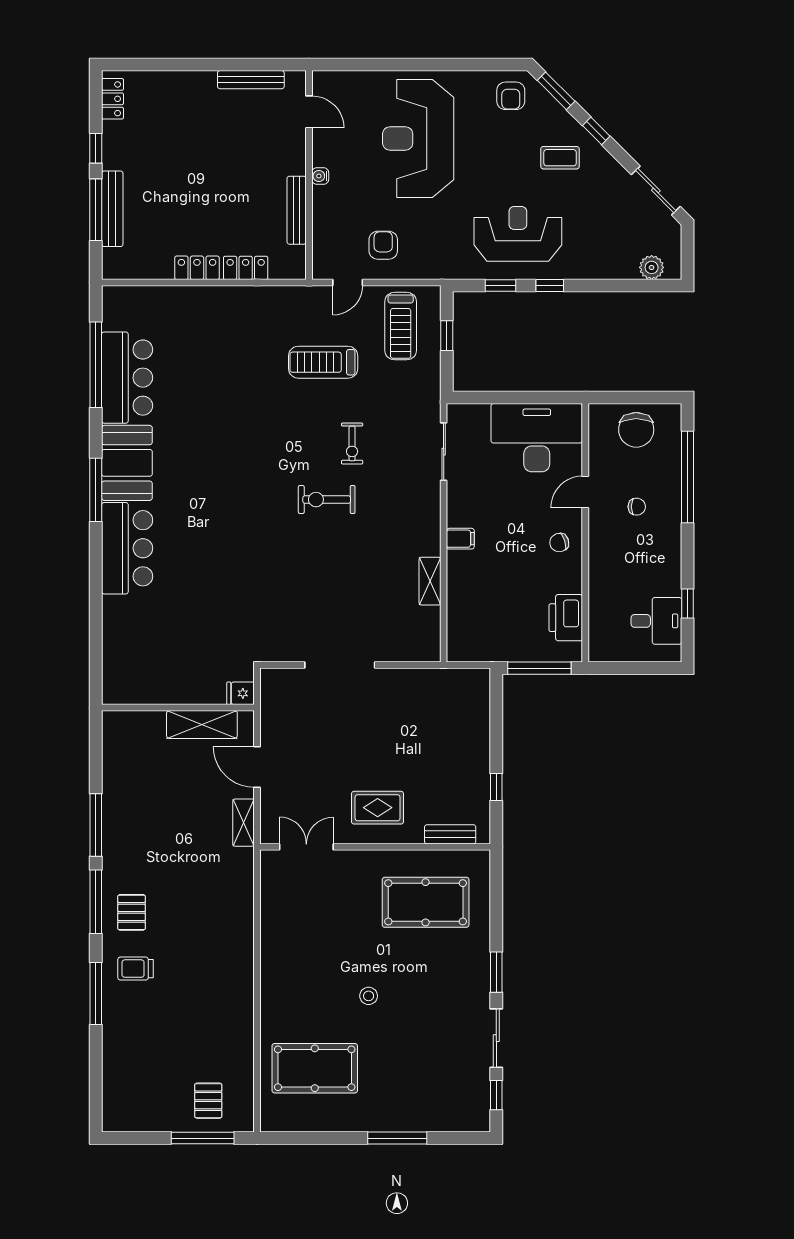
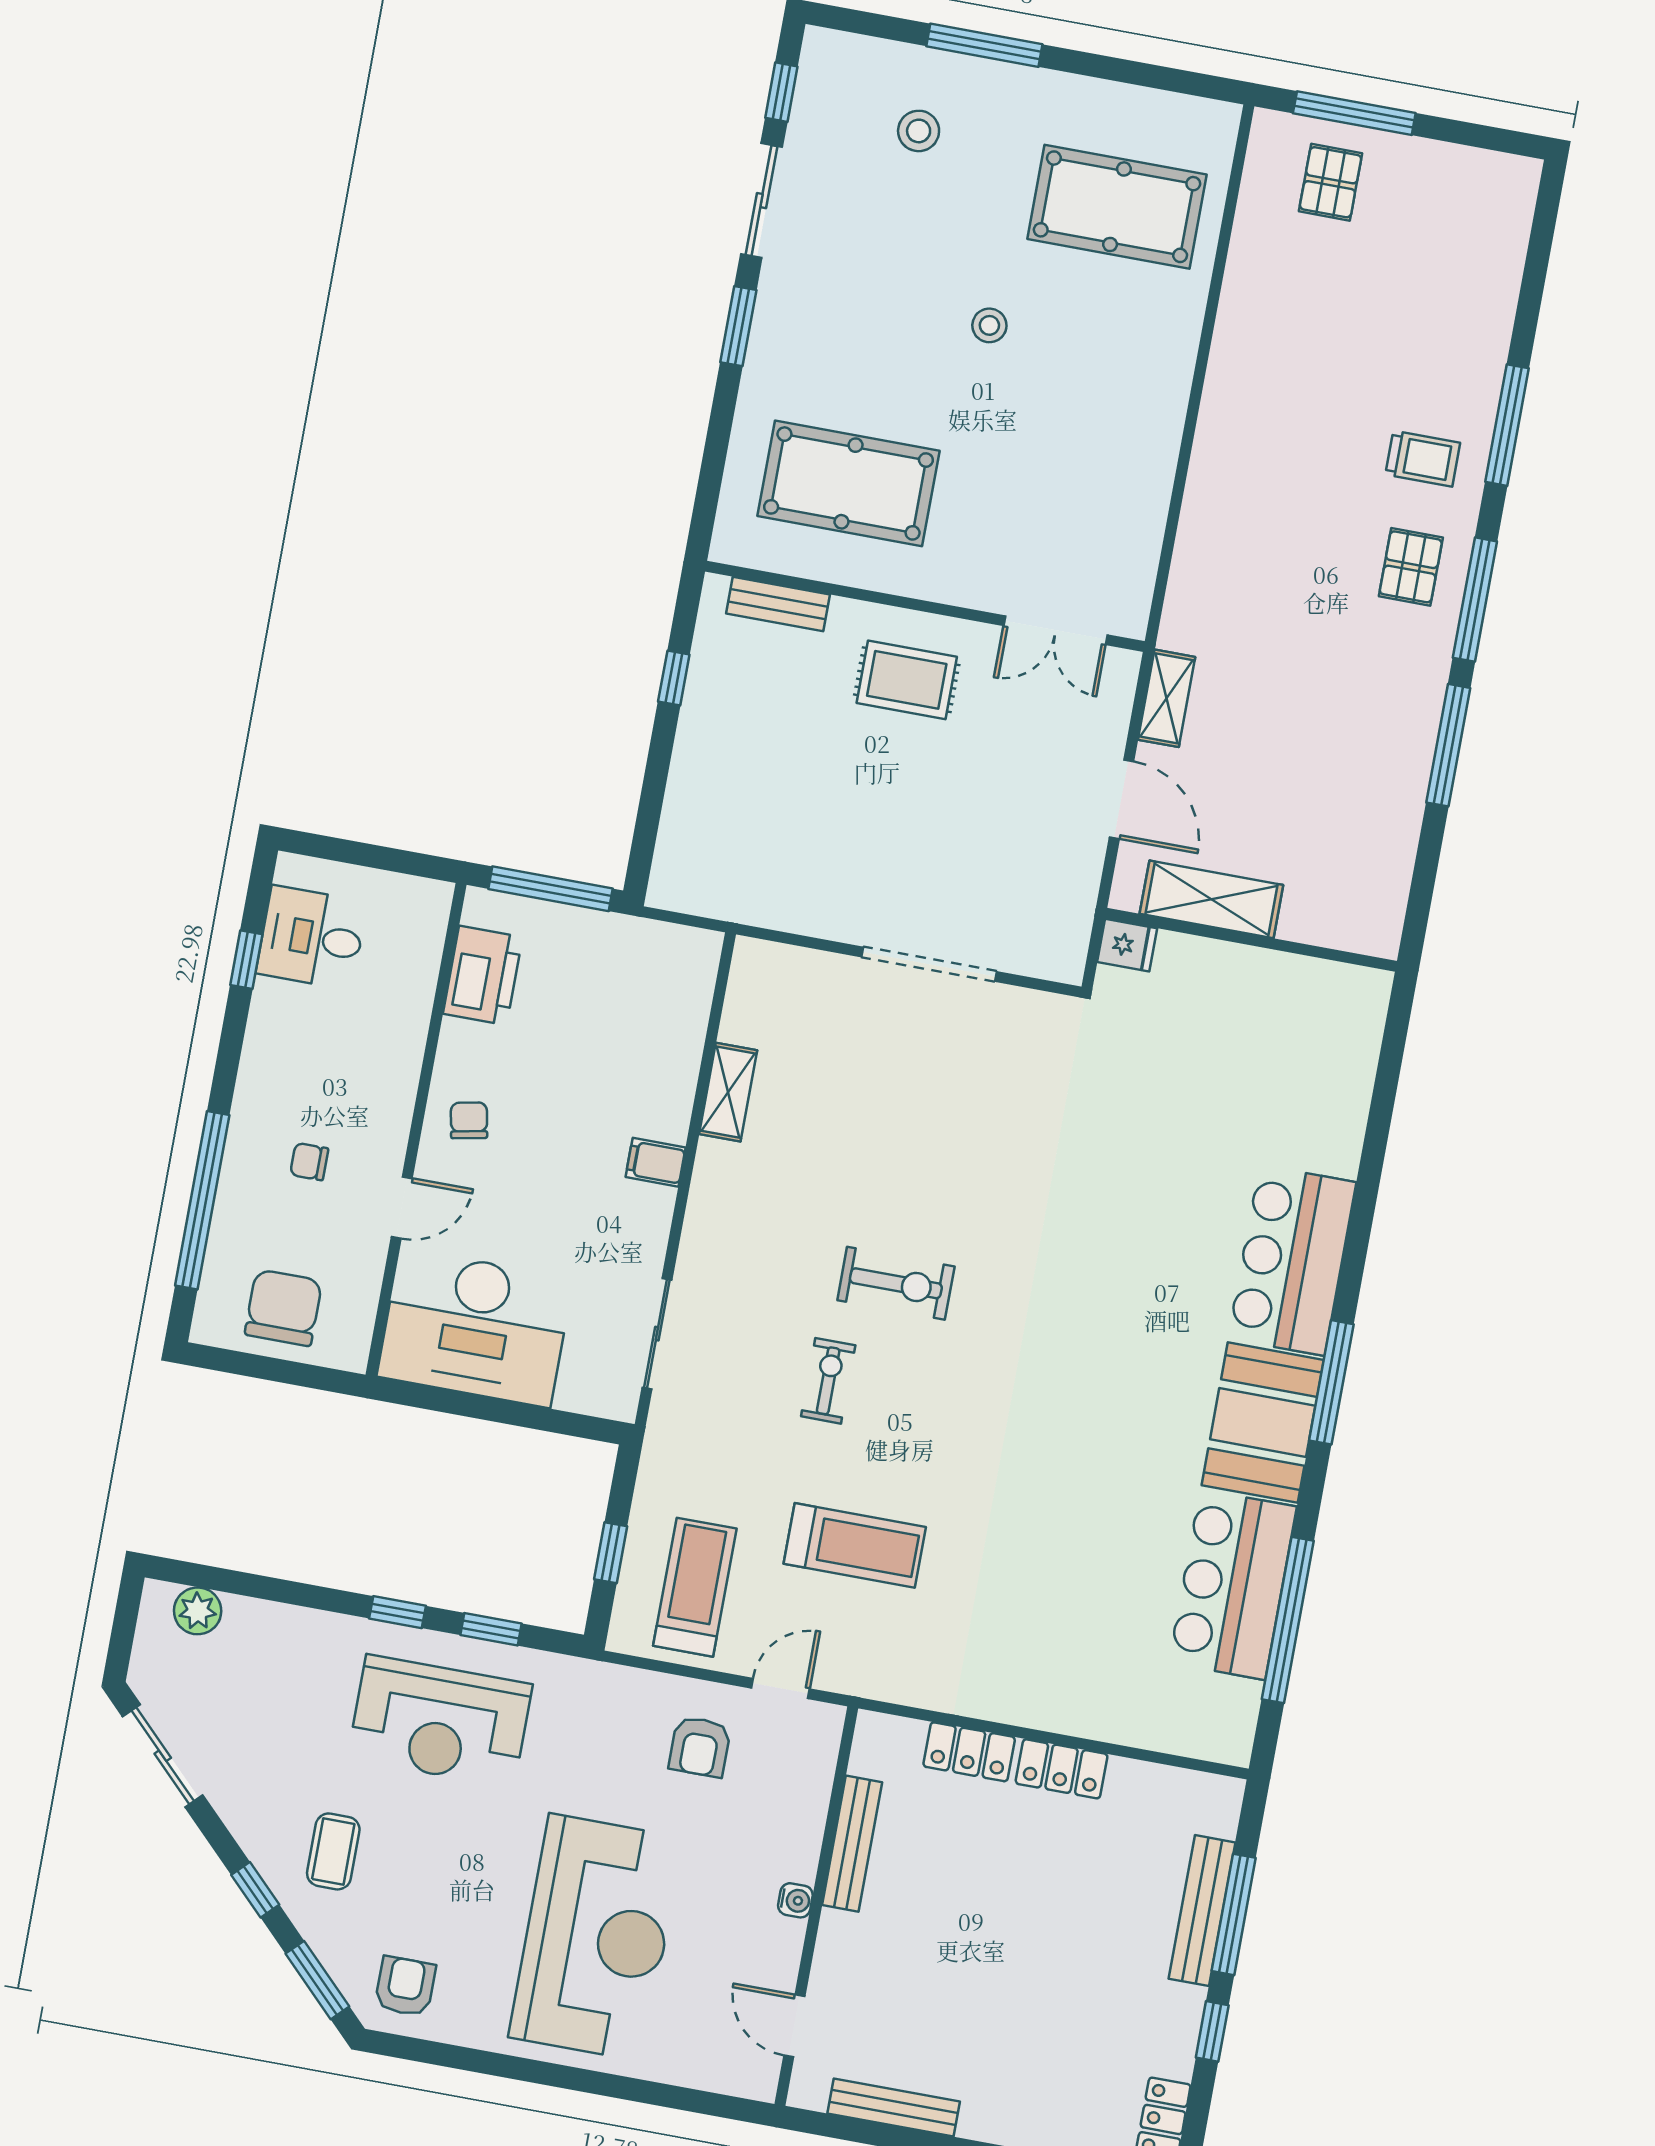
coffee table: (560, 158) -> (333, 1851), turned 90
chair: (559, 543) -> (469, 1120), turned -83
stool: (423, 1088) -> (919, 131), added

